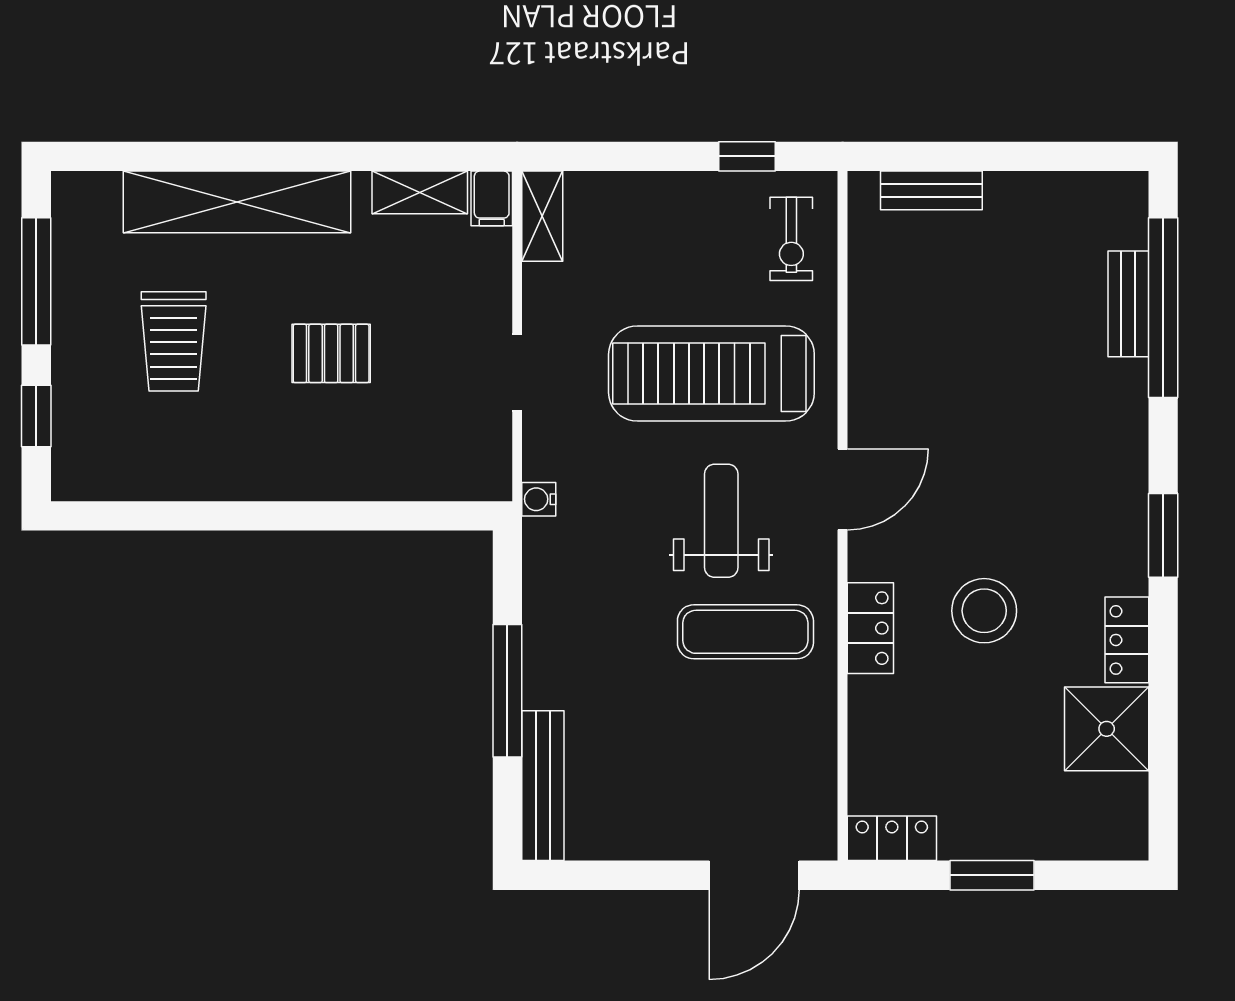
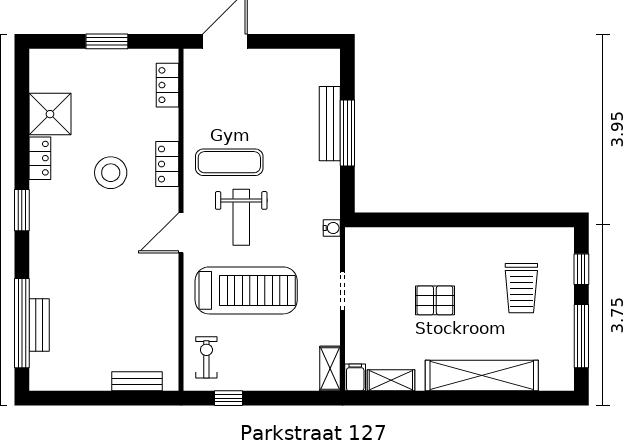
trolley: (174, 341) -> (521, 288), moved, turned 180
bench: (543, 786) -> (330, 124), moved
locker: (892, 838) -> (167, 85), moved, turned 90

